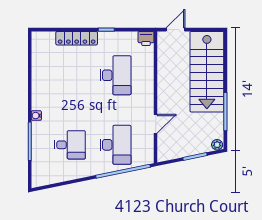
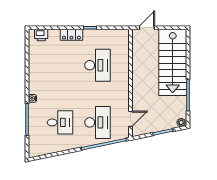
locker: (77, 38) -> (71, 35), width x0.66
printer: (146, 38) -> (41, 35), moved
door: (156, 124) -> (130, 119), moved

